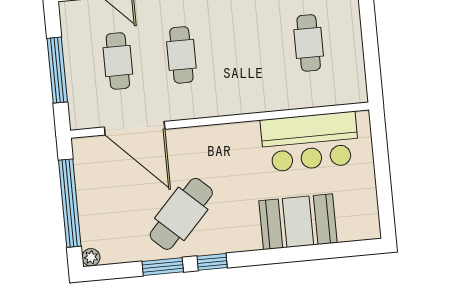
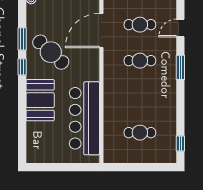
bar counter: (310, 142) -> (84, 118), width x1.36
booth: (298, 222) -> (40, 100), moved

